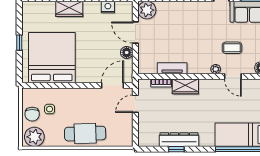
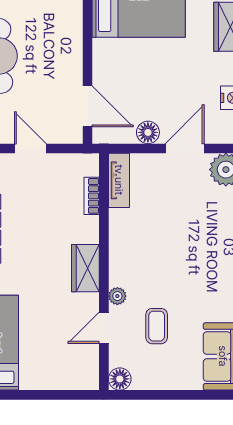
tv unit: (172, 68) -> (119, 180), moved
wardrobe: (185, 86) -> (85, 268), moved
door: (135, 104) -> (30, 148), moved

